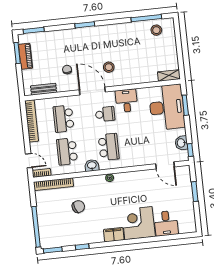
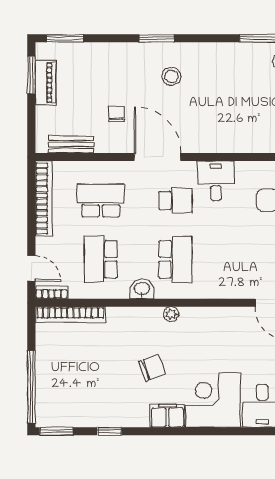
stool: (109, 67) -> (171, 76), moved
school desk: (64, 119) -> (101, 201), turned 90
chair: (78, 207) -> (152, 368), moved

